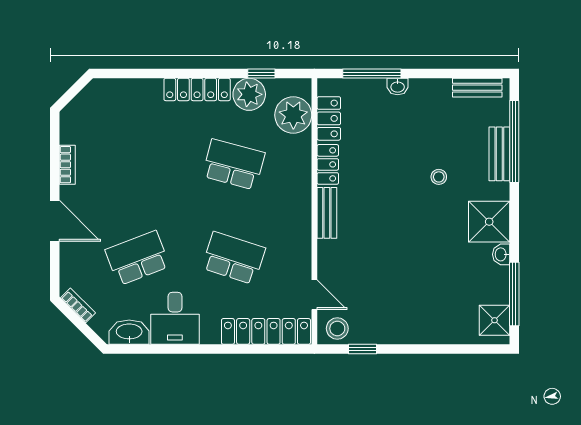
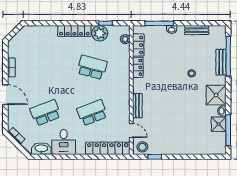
bench: (477, 88) -> (197, 30), moved
plant: (293, 115) -> (125, 39), width x0.53, depth x0.53
bench: (327, 213) -> (137, 106), moved
school desk: (234, 258) -> (92, 113), turned -39
shower: (495, 320) -> (219, 124), moved

